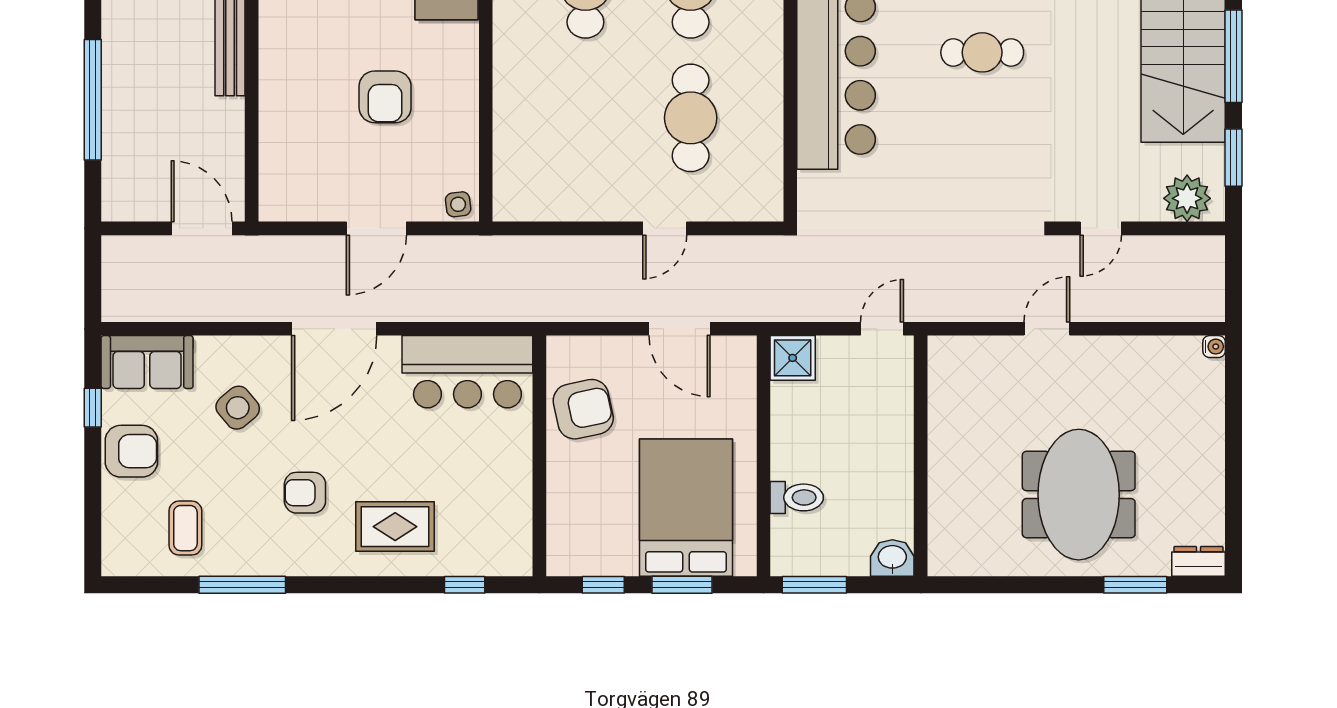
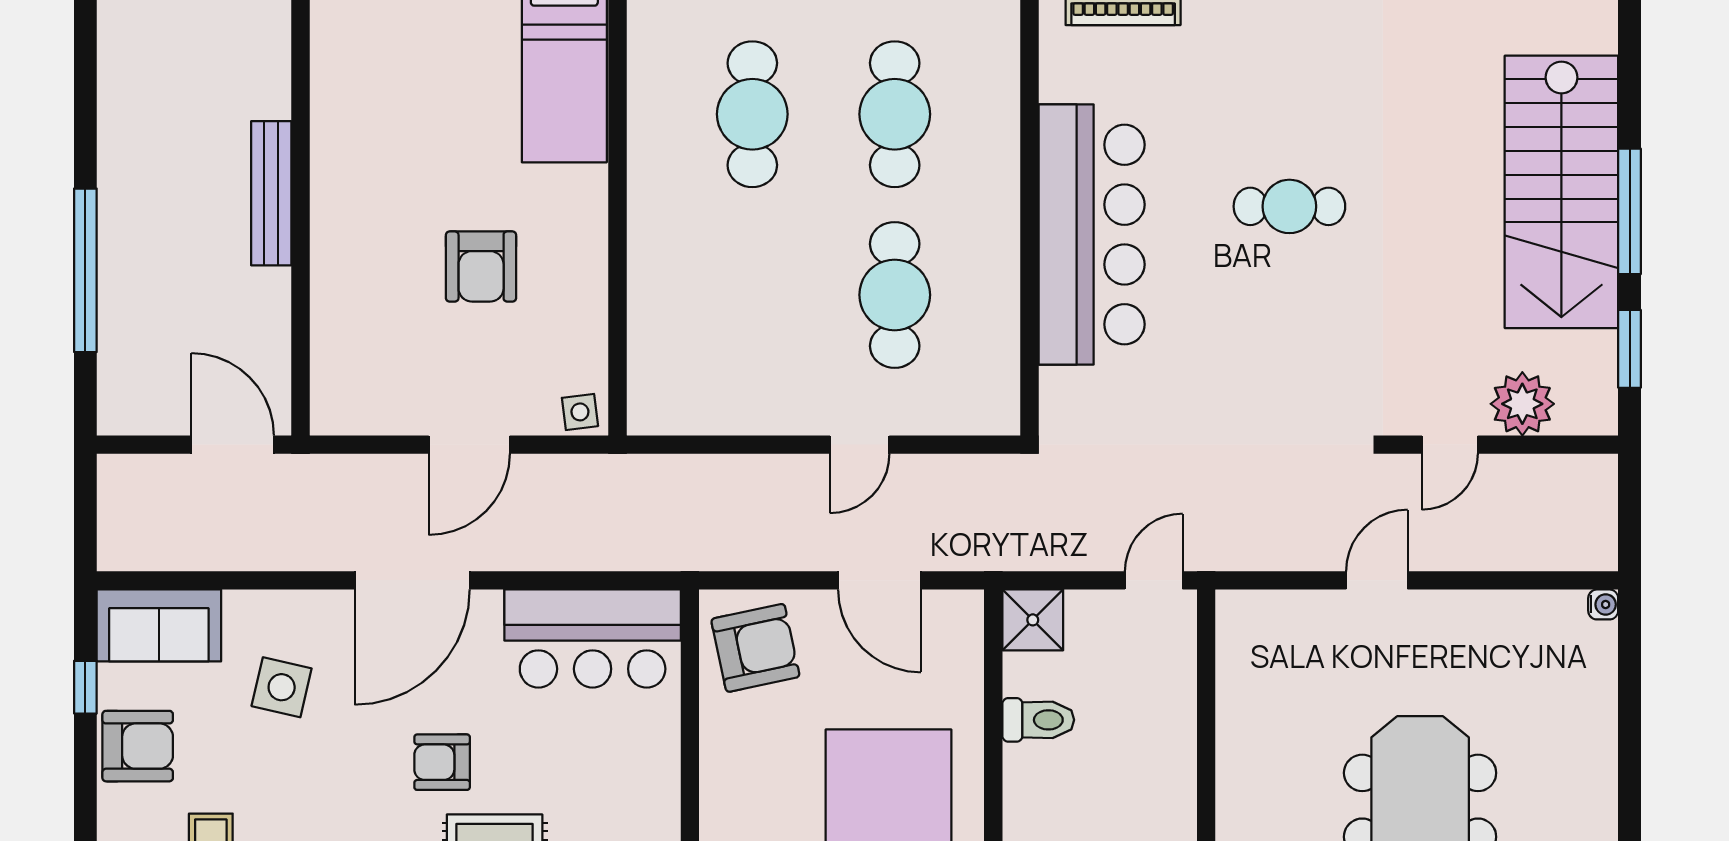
plant: (1187, 198) -> (1522, 404), moved
side table: (238, 408) -> (282, 687), turned -37
armchair: (583, 409) -> (755, 648), moved
armchair: (305, 493) -> (442, 762), moved
toilet: (797, 497) -> (1038, 720), moved

